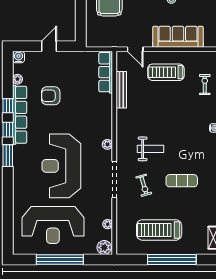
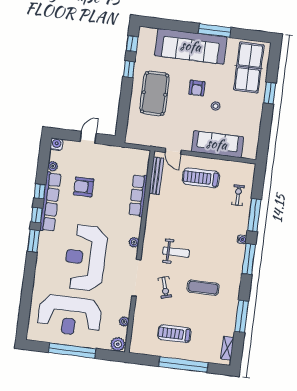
row of seats: (106, 72) -> (138, 195), moved
bench: (121, 90) -> (156, 176), moved
treadmill: (159, 230) -> (174, 334), width x0.73, depth x0.73

